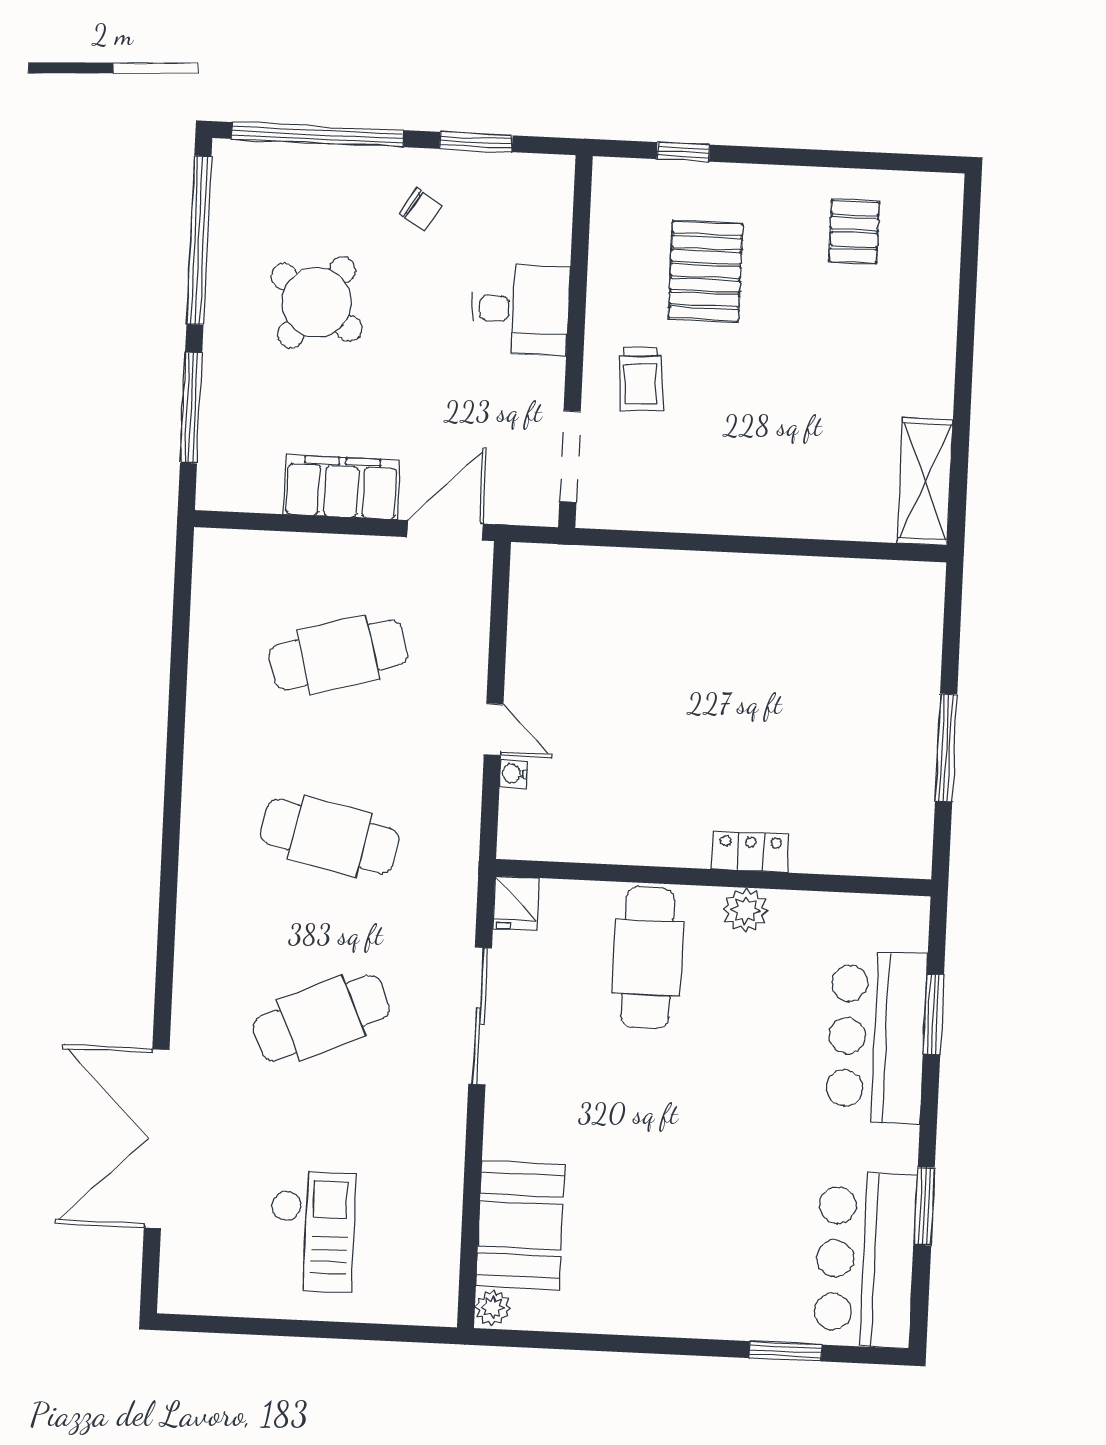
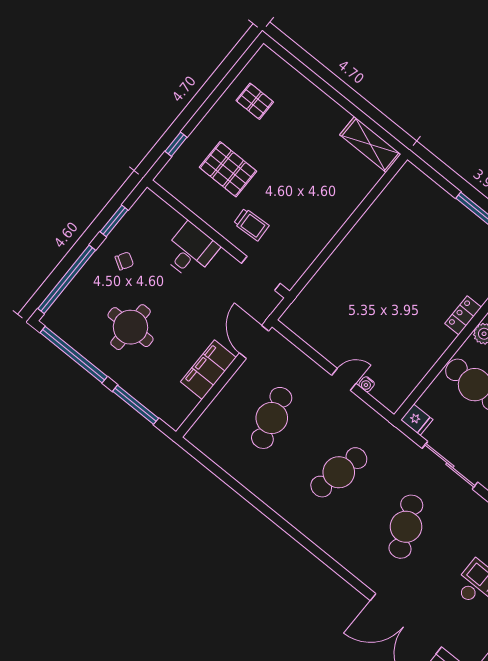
round table: (317, 302) -> (131, 327), turned -36

